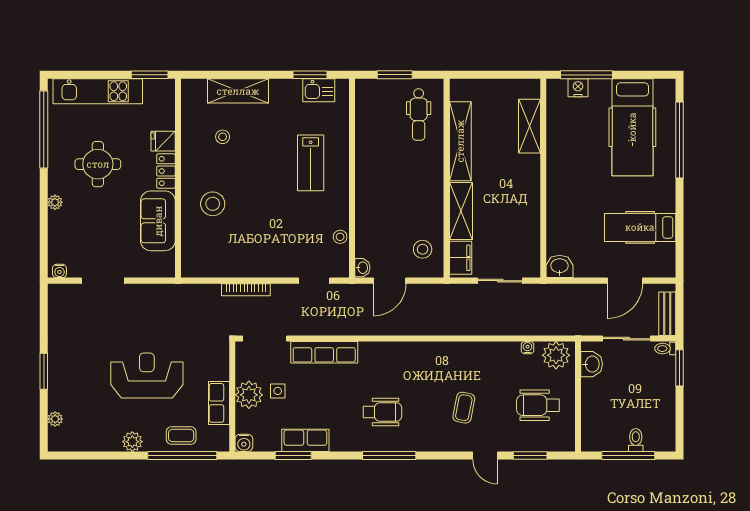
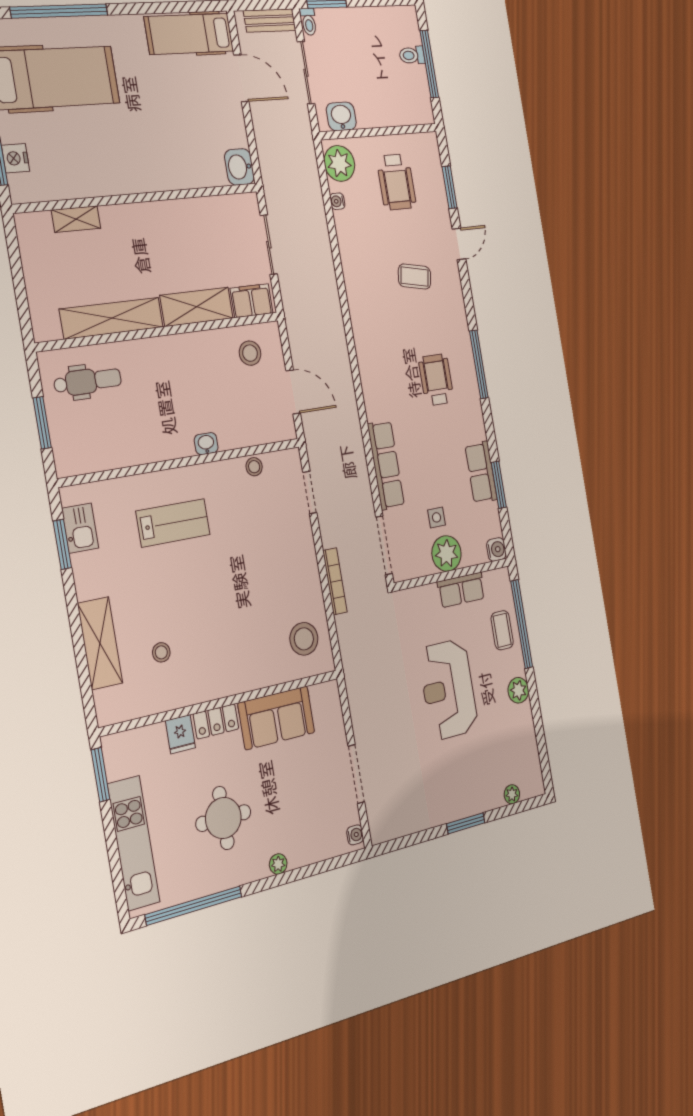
shelving: (530, 126) -> (76, 219), width x0.67, depth x0.75
stool: (213, 204) -> (304, 639), moved
hospital bed: (640, 227) -> (189, 34), moved, turned 90
washbasin: (362, 268) -> (206, 444), moved

